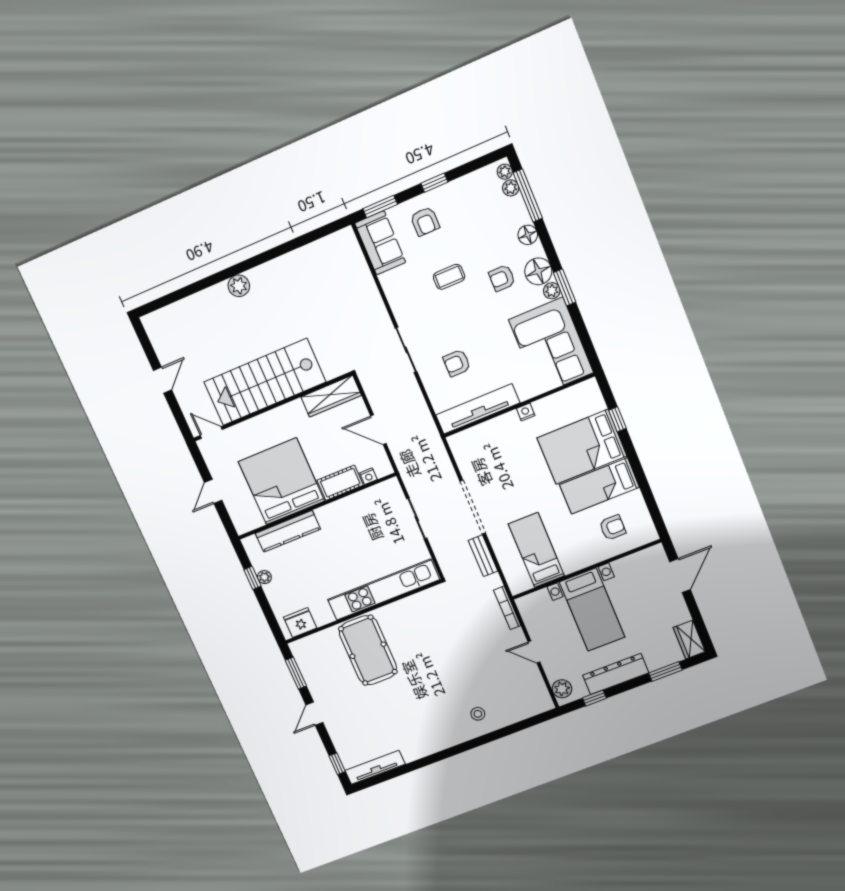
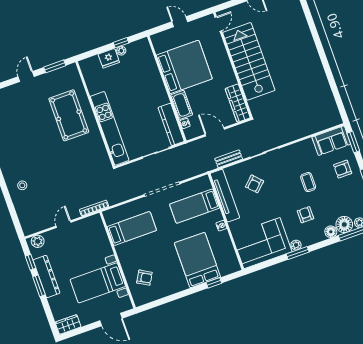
floor lamp: (538, 271) -> (344, 224), moved
plant: (239, 286) -> (310, 50), removed
armchair: (457, 363) -> (255, 184), turned -134
door: (378, 430) -> (215, 132), hinge flipped
bed: (599, 486) -> (195, 206), moved, turned -90
armchair: (613, 528) -> (144, 278), turned -60
kitchen counter: (288, 531) -> (171, 124), moved
bench: (483, 556) -> (229, 159), moved
bed with nightstands: (592, 610) -> (98, 283), moved
fridge: (300, 623) -> (109, 58), moved, turned 90
pool table: (368, 650) -> (69, 115), turned 90
window: (665, 672) -> (39, 286), moved
door: (314, 714) -> (26, 77), hinge flipped

